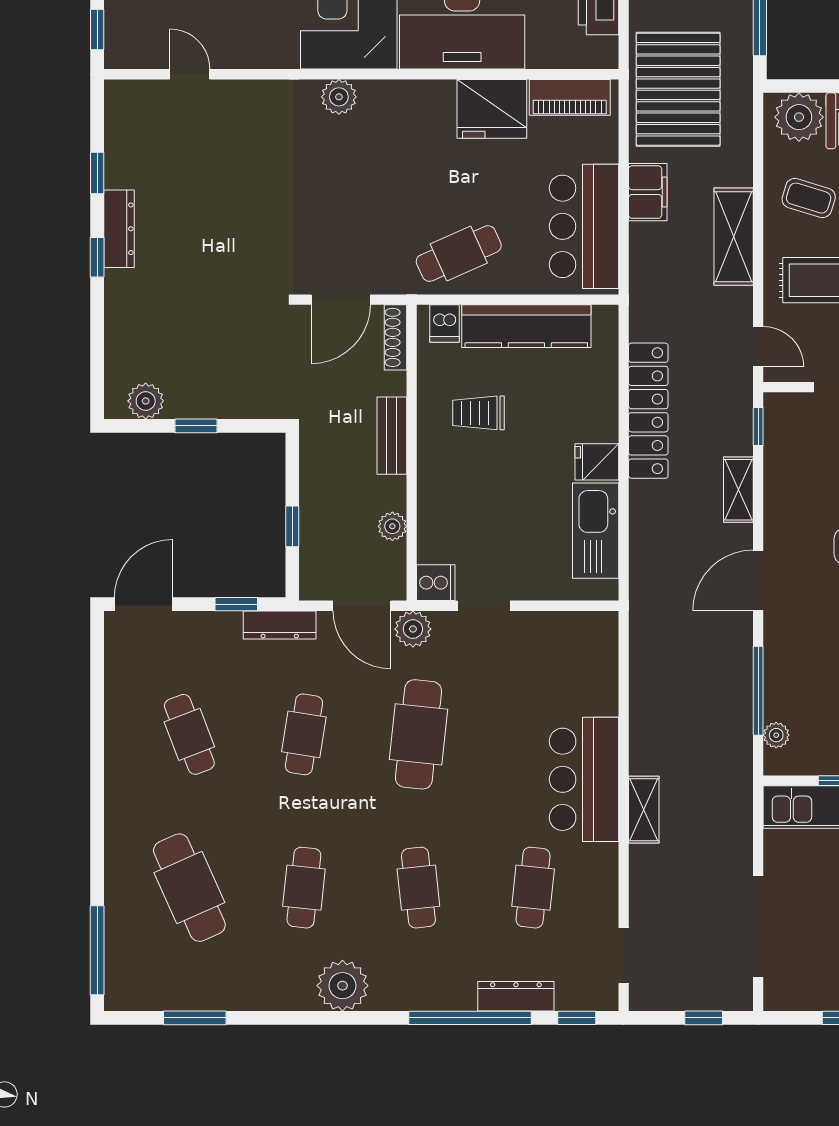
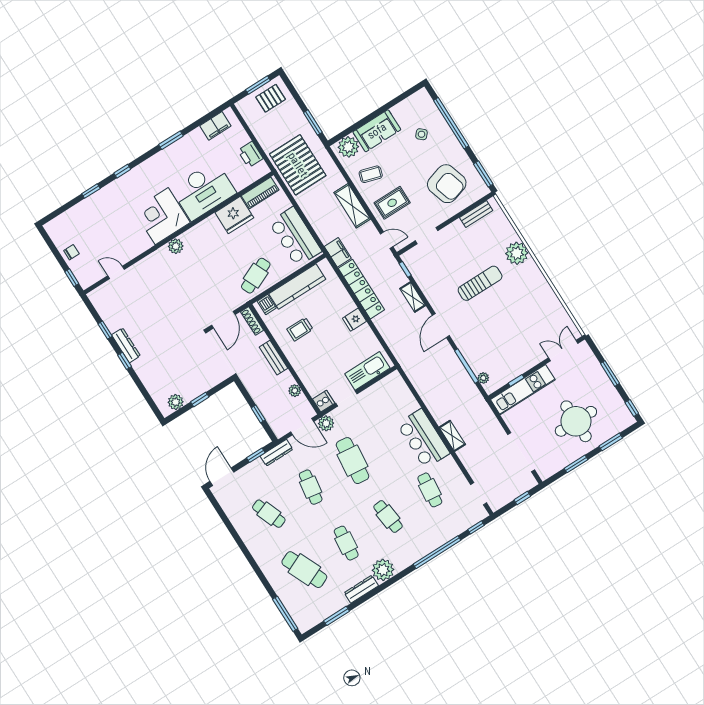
filing cabinet: (648, 192) -> (338, 252), moved
kitchen sink: (596, 531) -> (367, 371), moved, turned 90
dresser: (516, 996) -> (361, 589), moved

